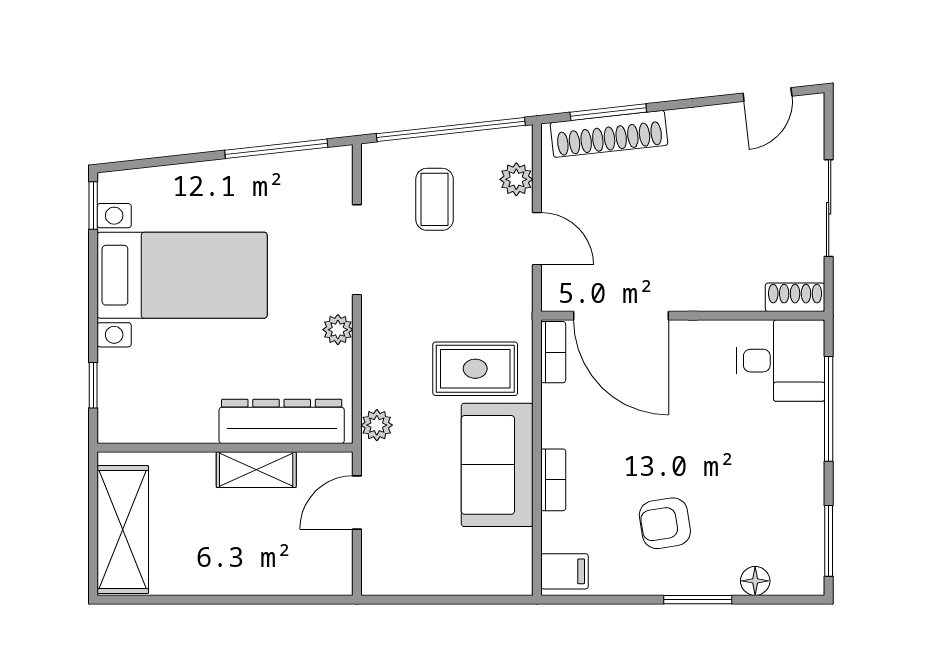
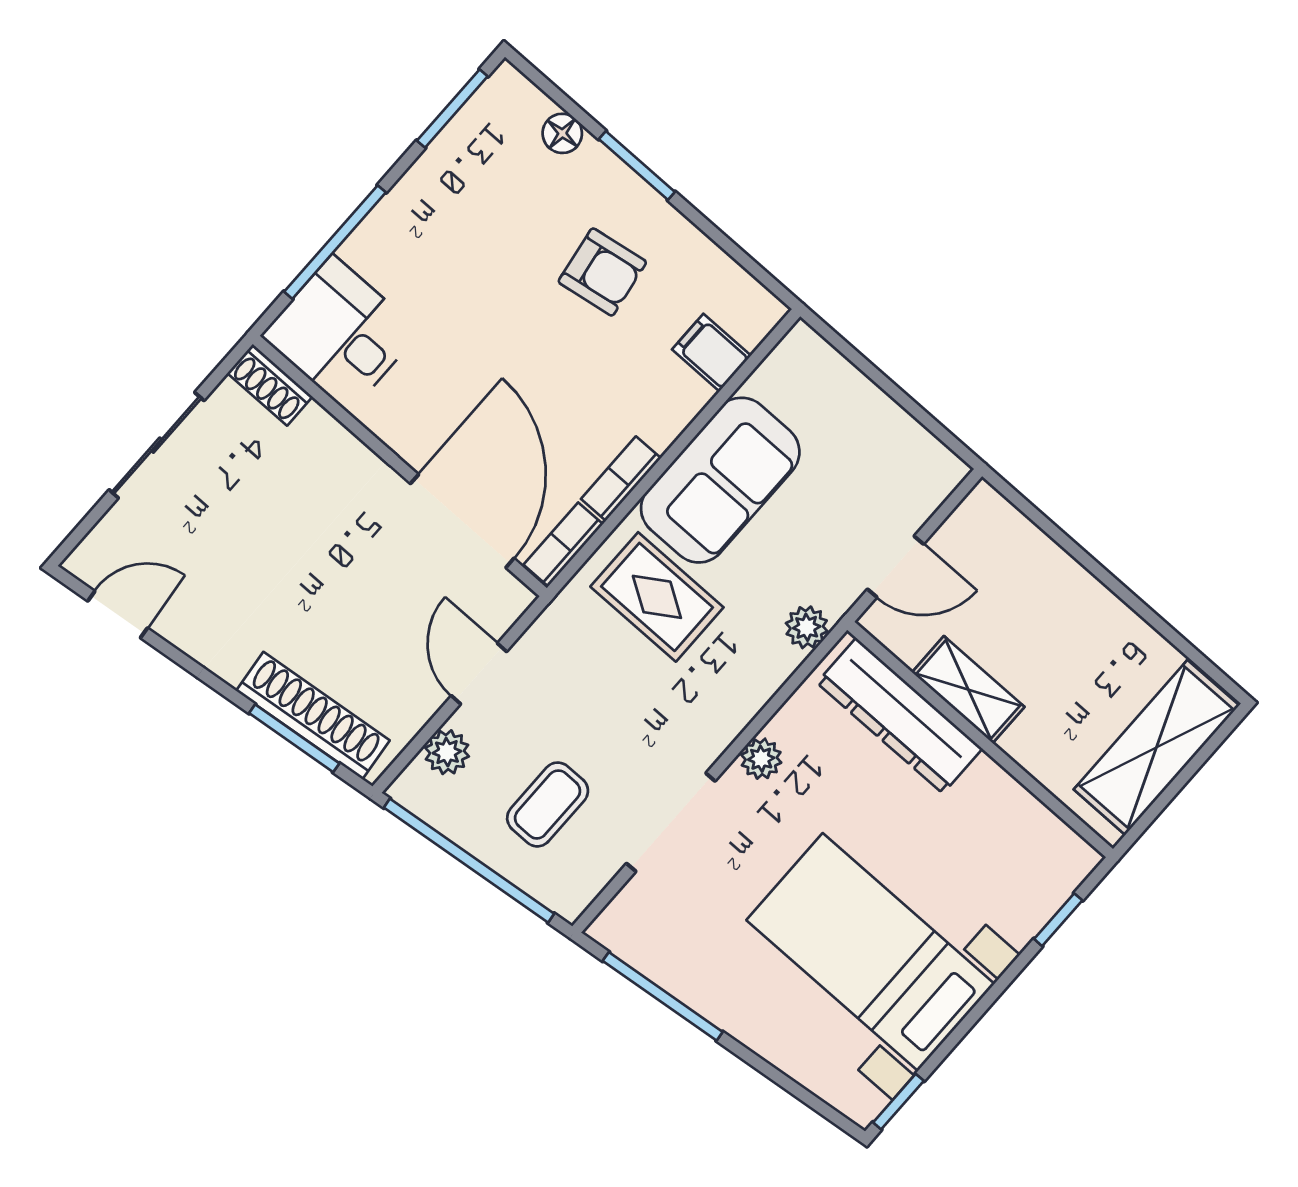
bookcase: (553, 480) -> (621, 479), moved
filing cabinet: (565, 571) -> (711, 353), moved

